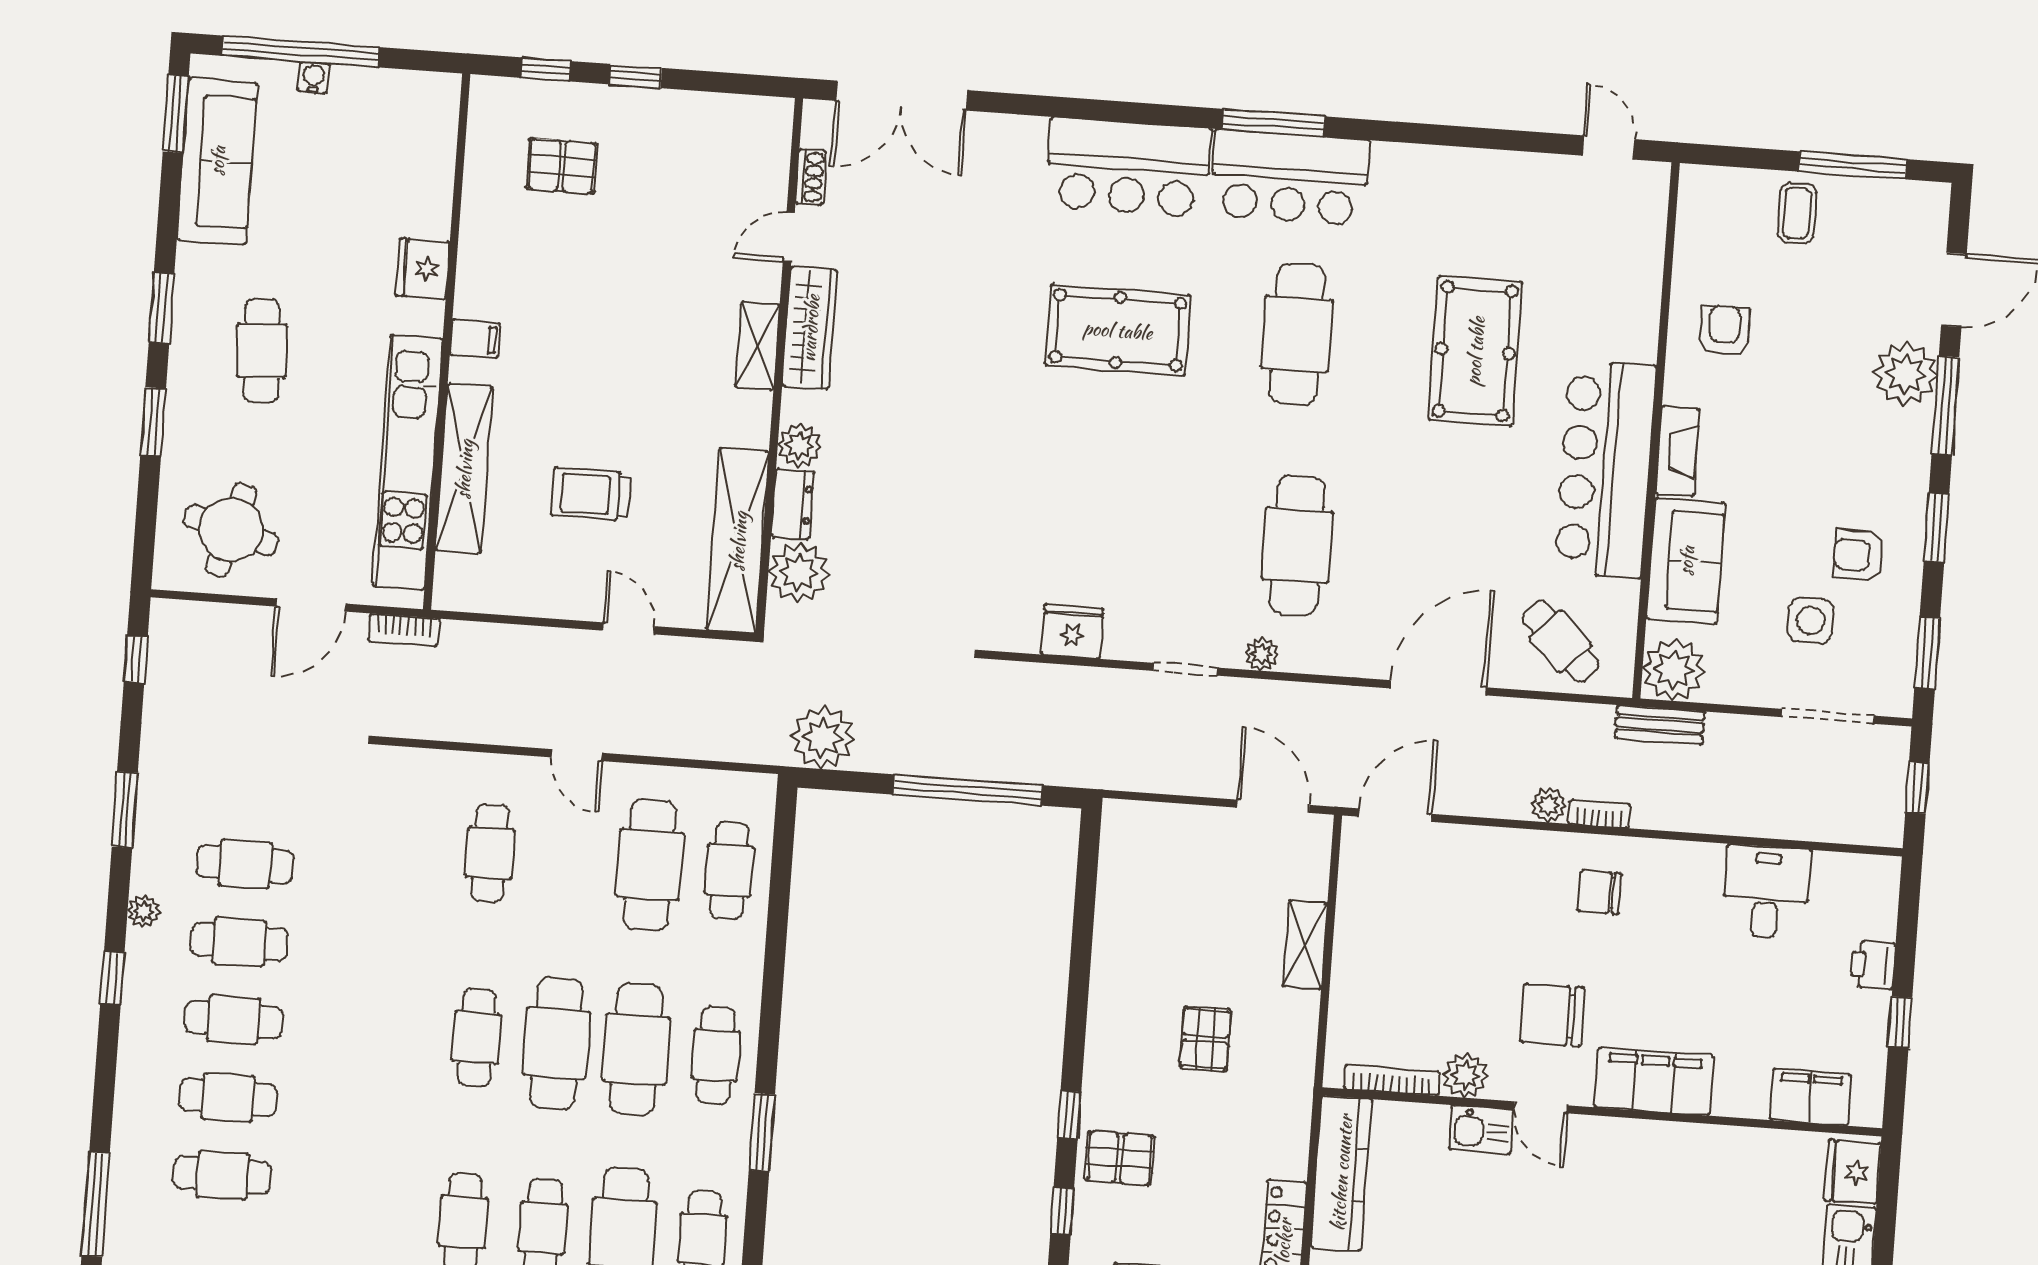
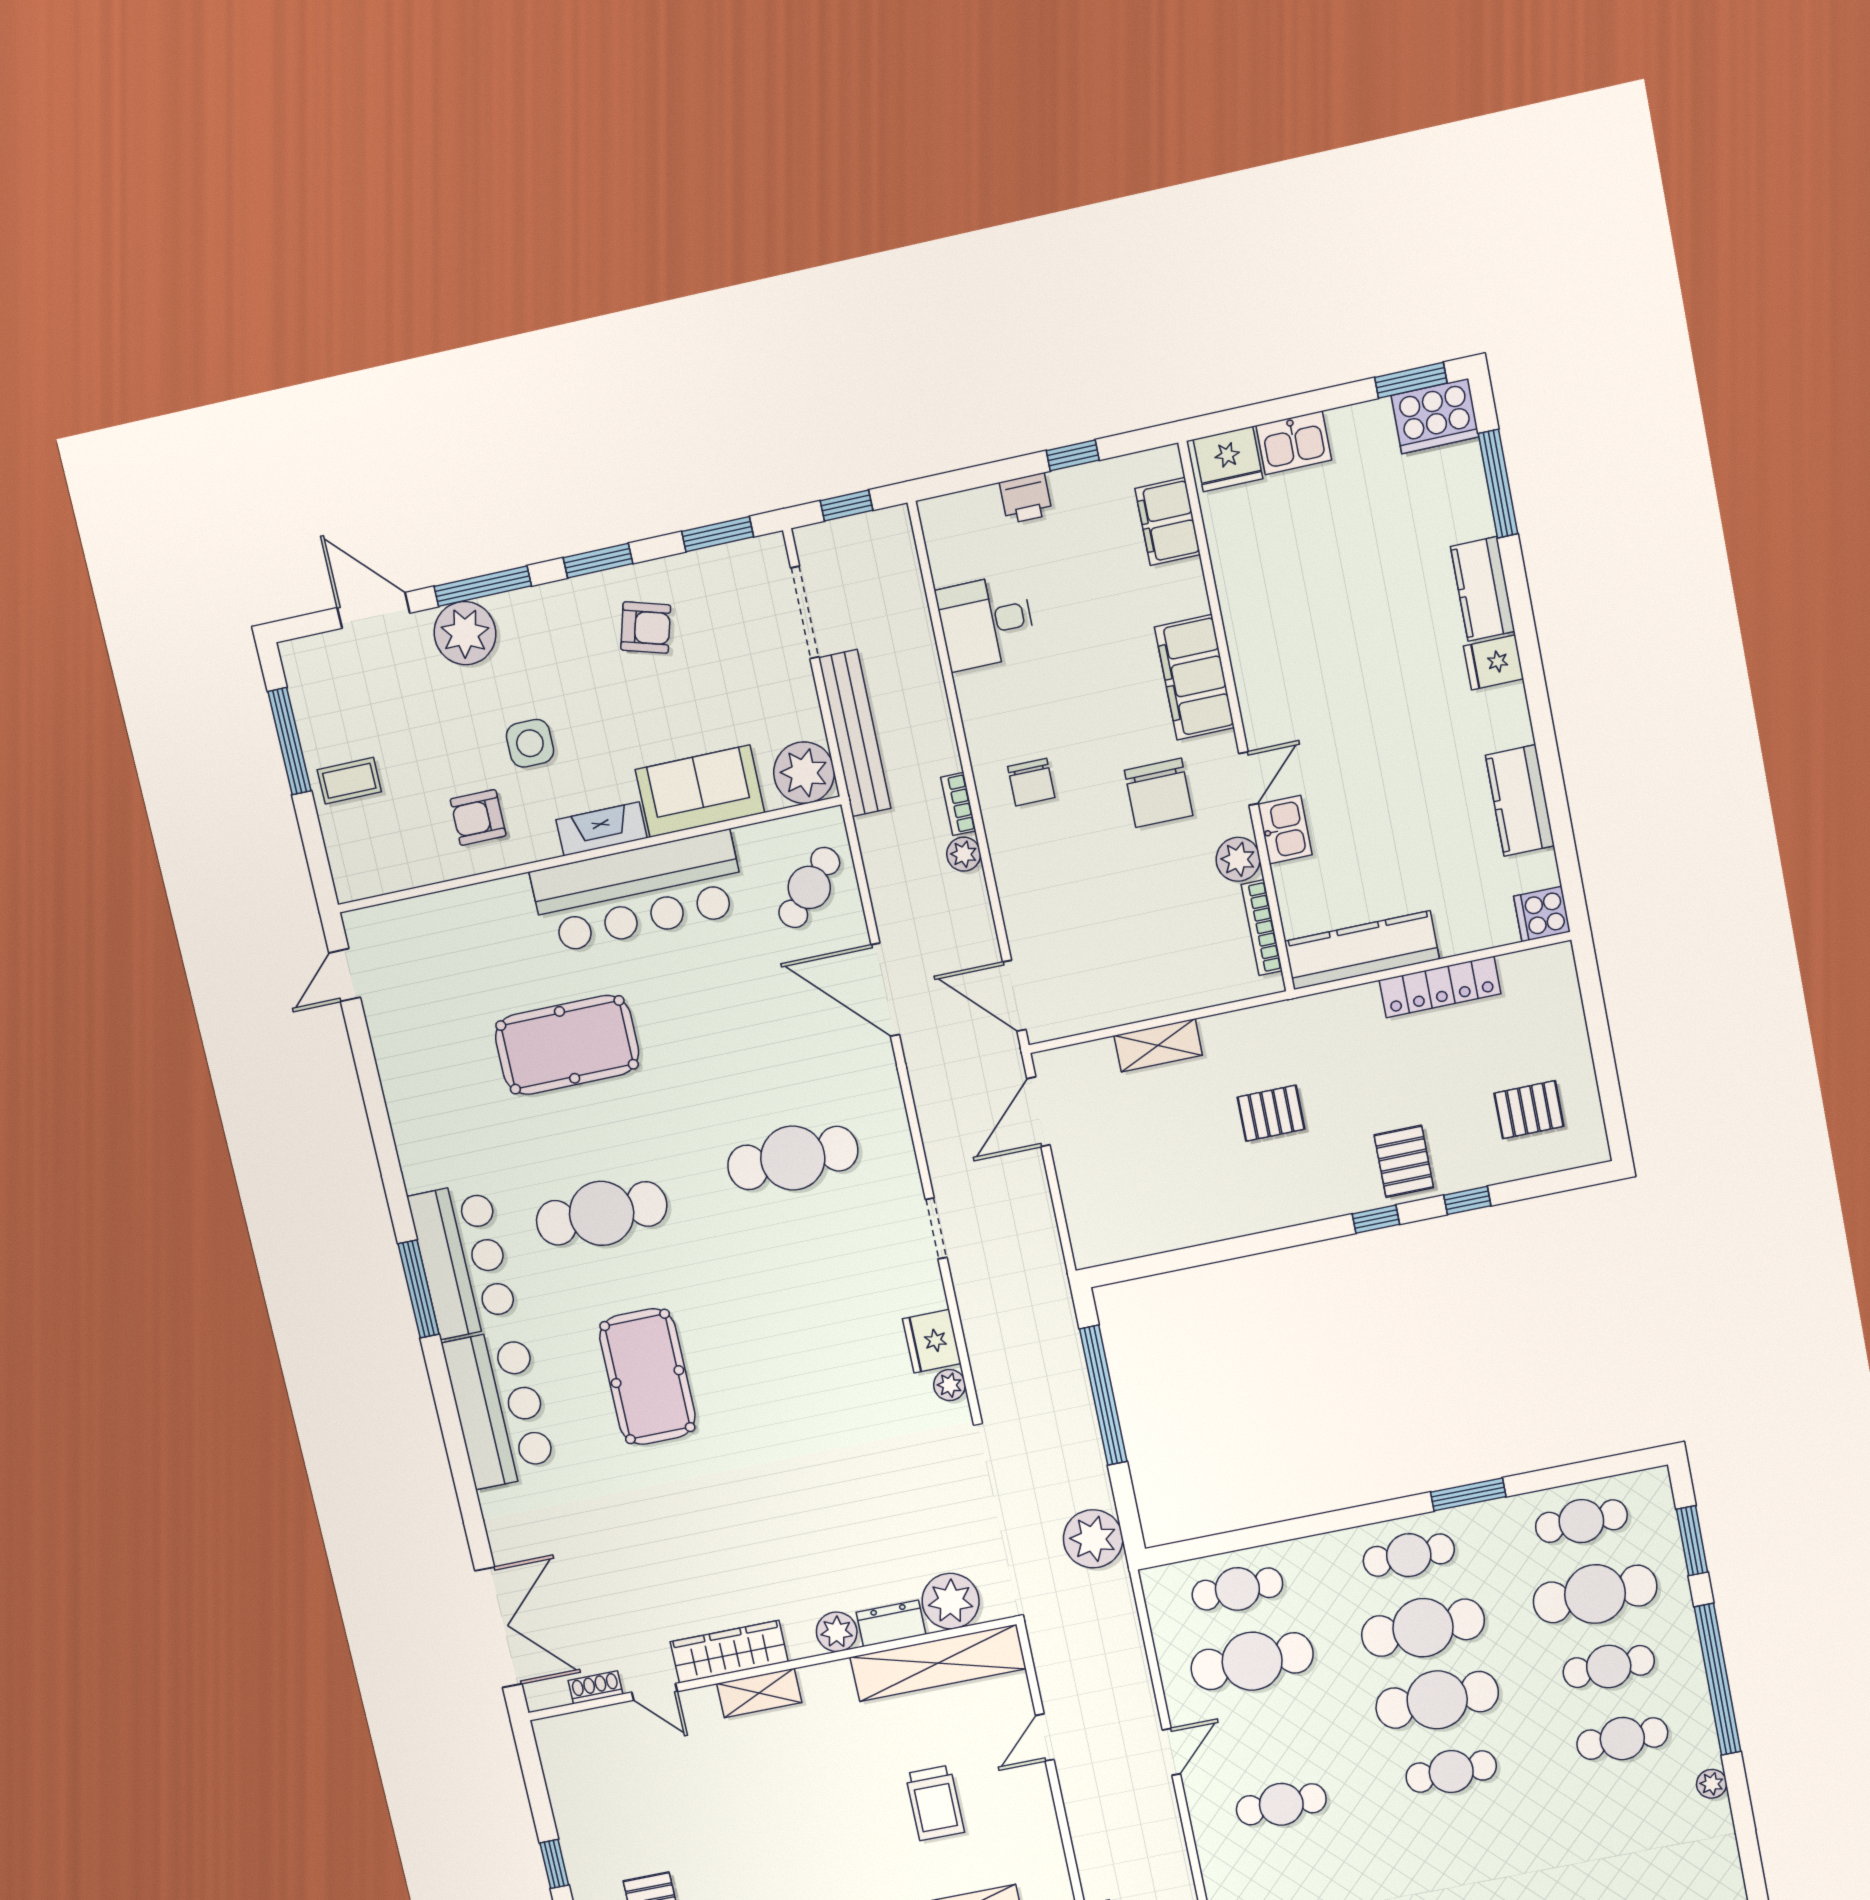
armchair: (1859, 555) -> (646, 628), turned -74
side table: (1811, 621) -> (530, 743), moved
plant: (1262, 654) -> (950, 1385), moved
bench: (1660, 725) -> (855, 733), width x1.86, depth x1.21

